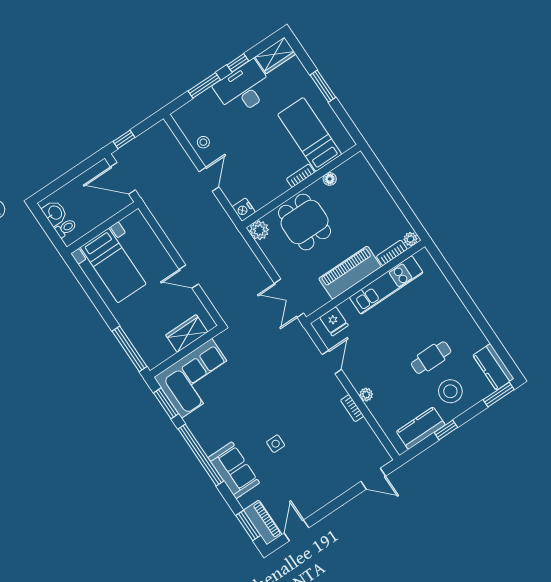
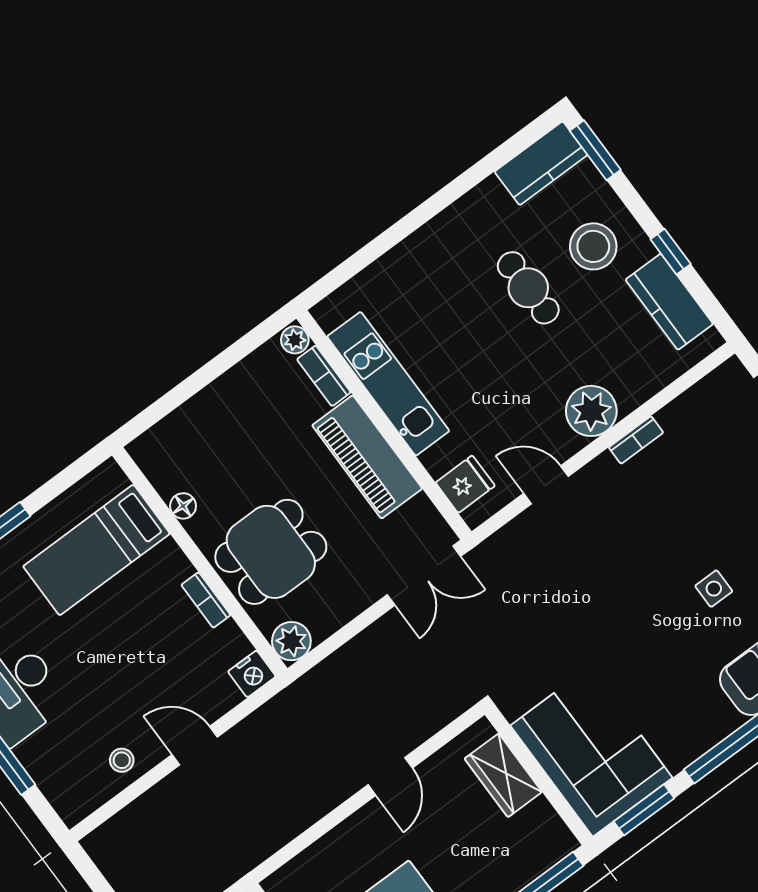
bookcase: (300, 176) -> (206, 600), moved
plant: (366, 395) -> (591, 411), width x1.88, depth x1.88

